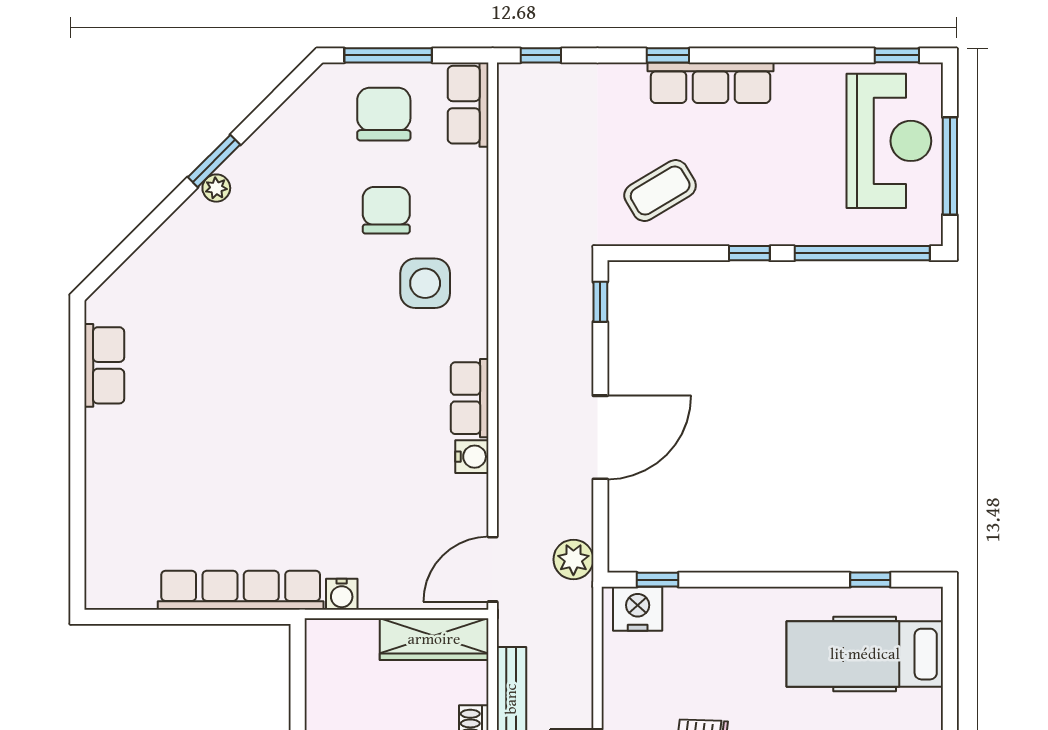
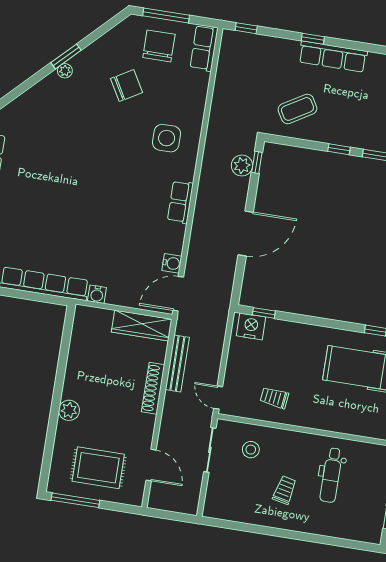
chair: (386, 210) -> (127, 86), moved, turned 60
water cooler: (472, 457) -> (172, 263), moved
plant: (573, 559) -> (242, 166), moved

